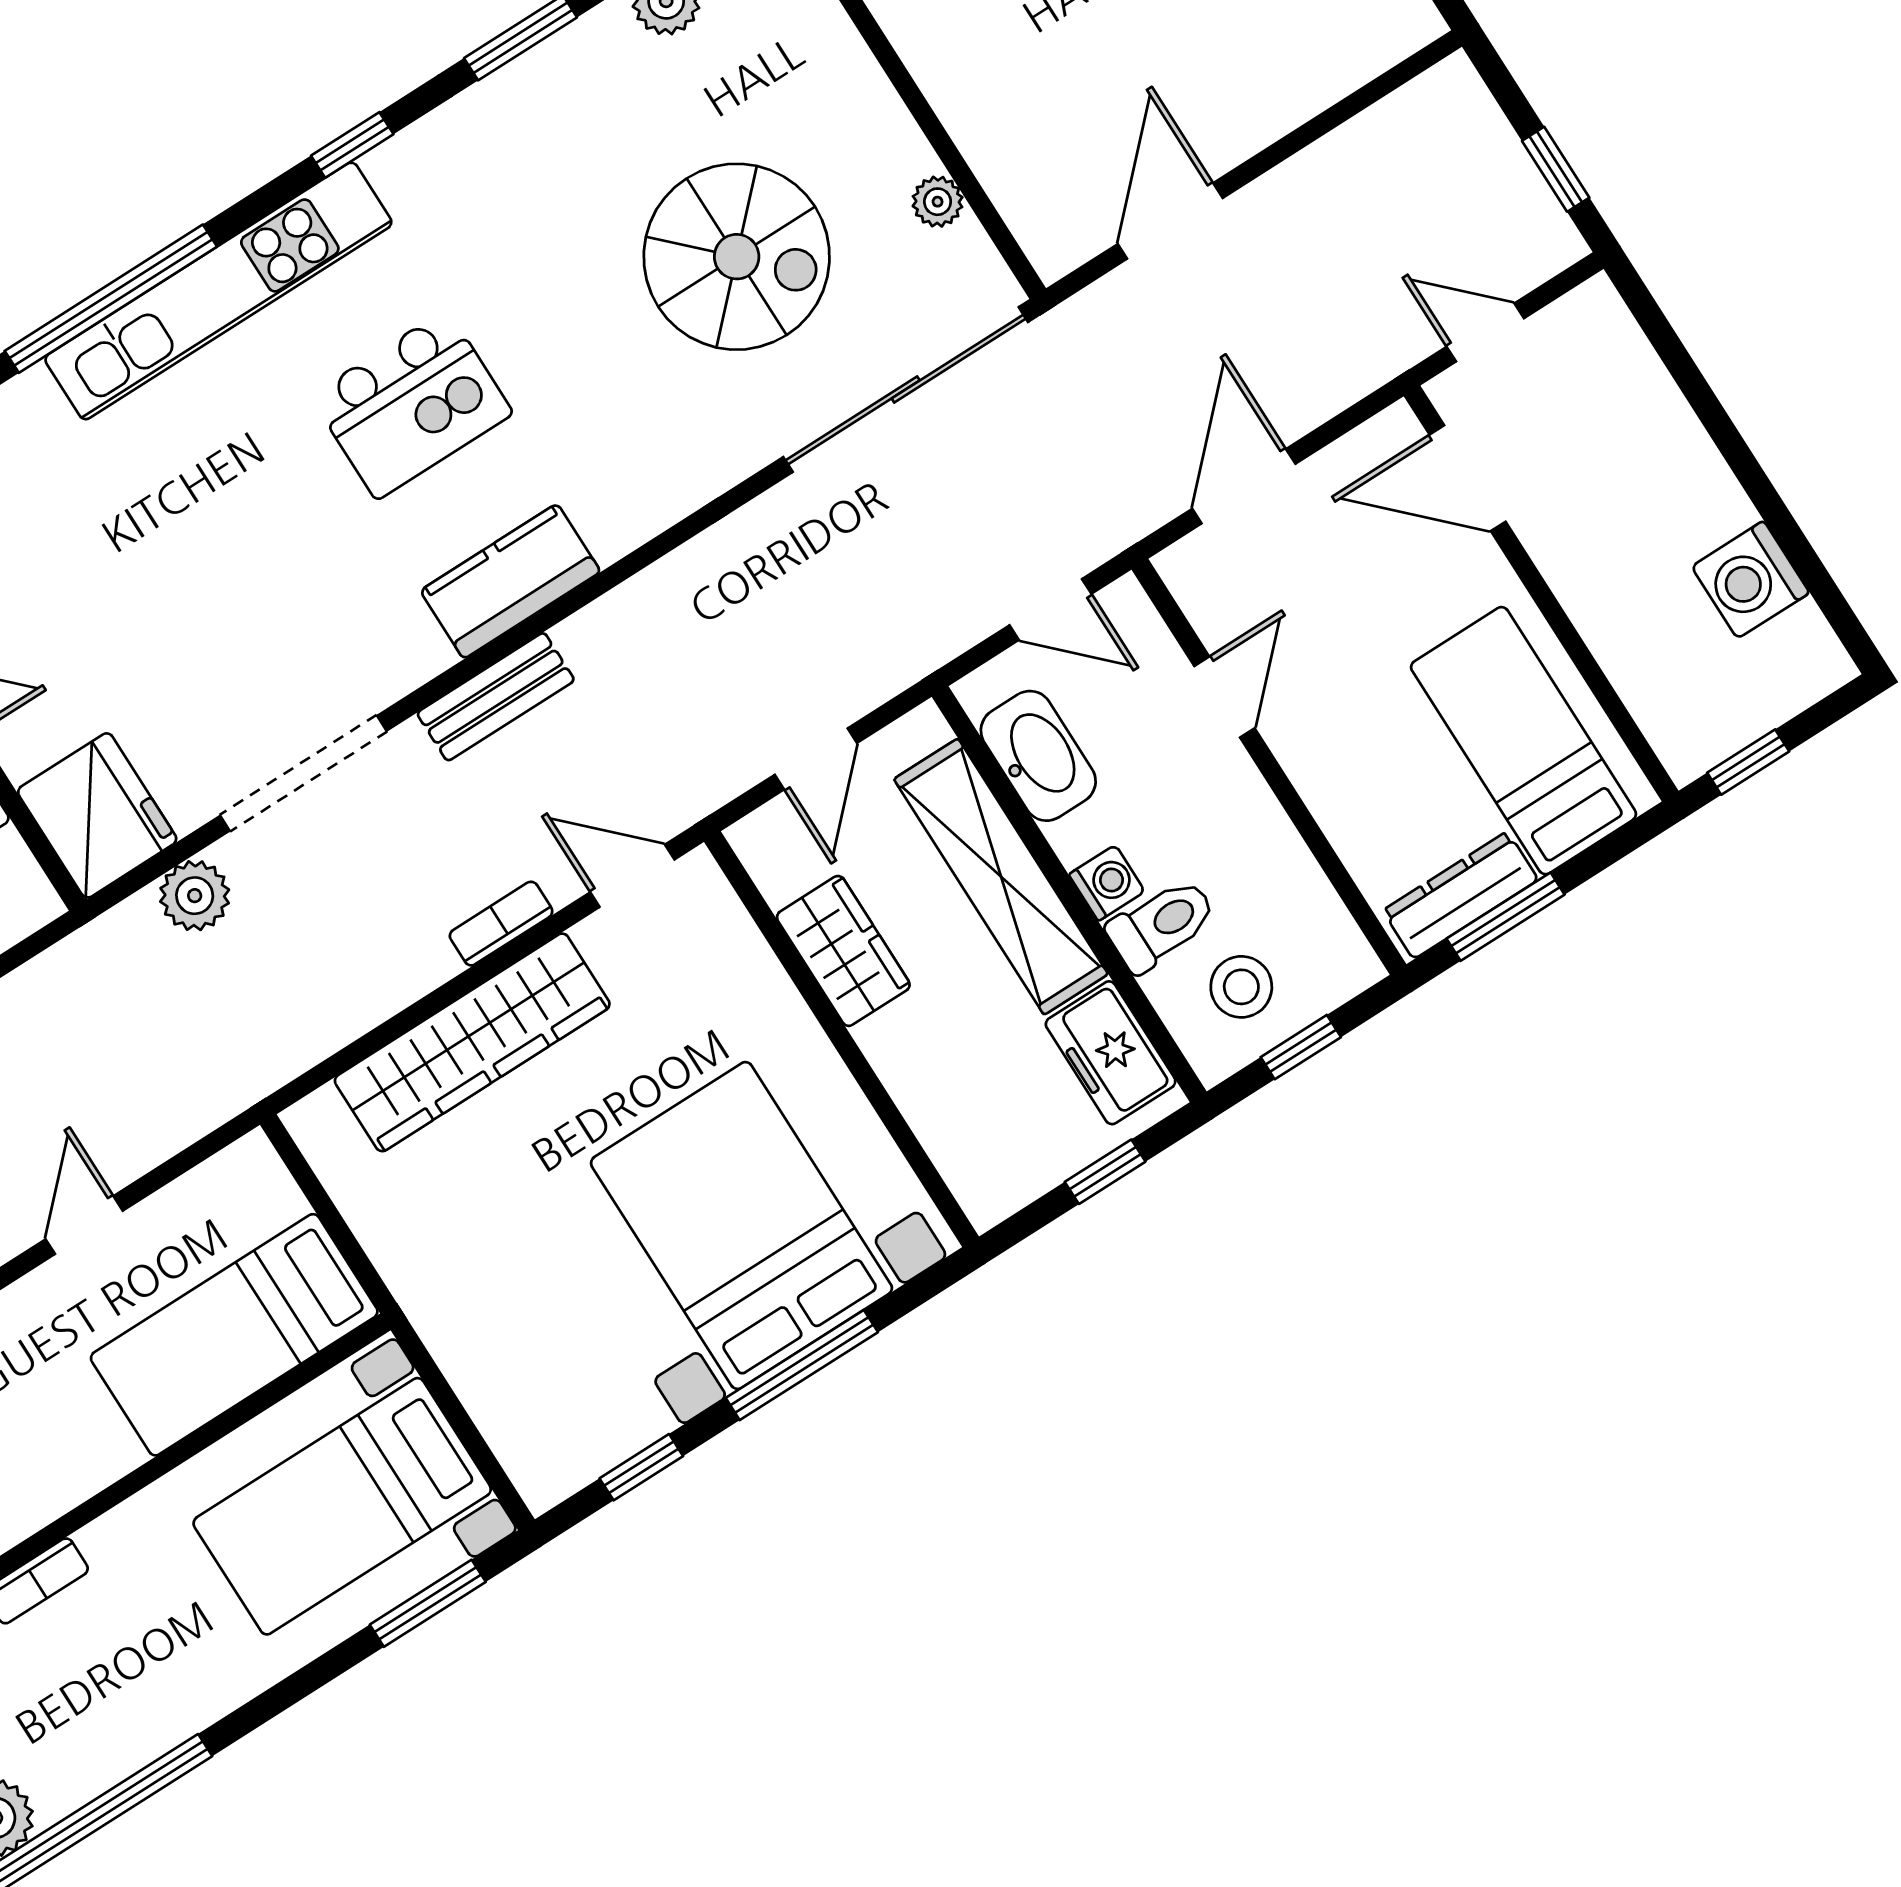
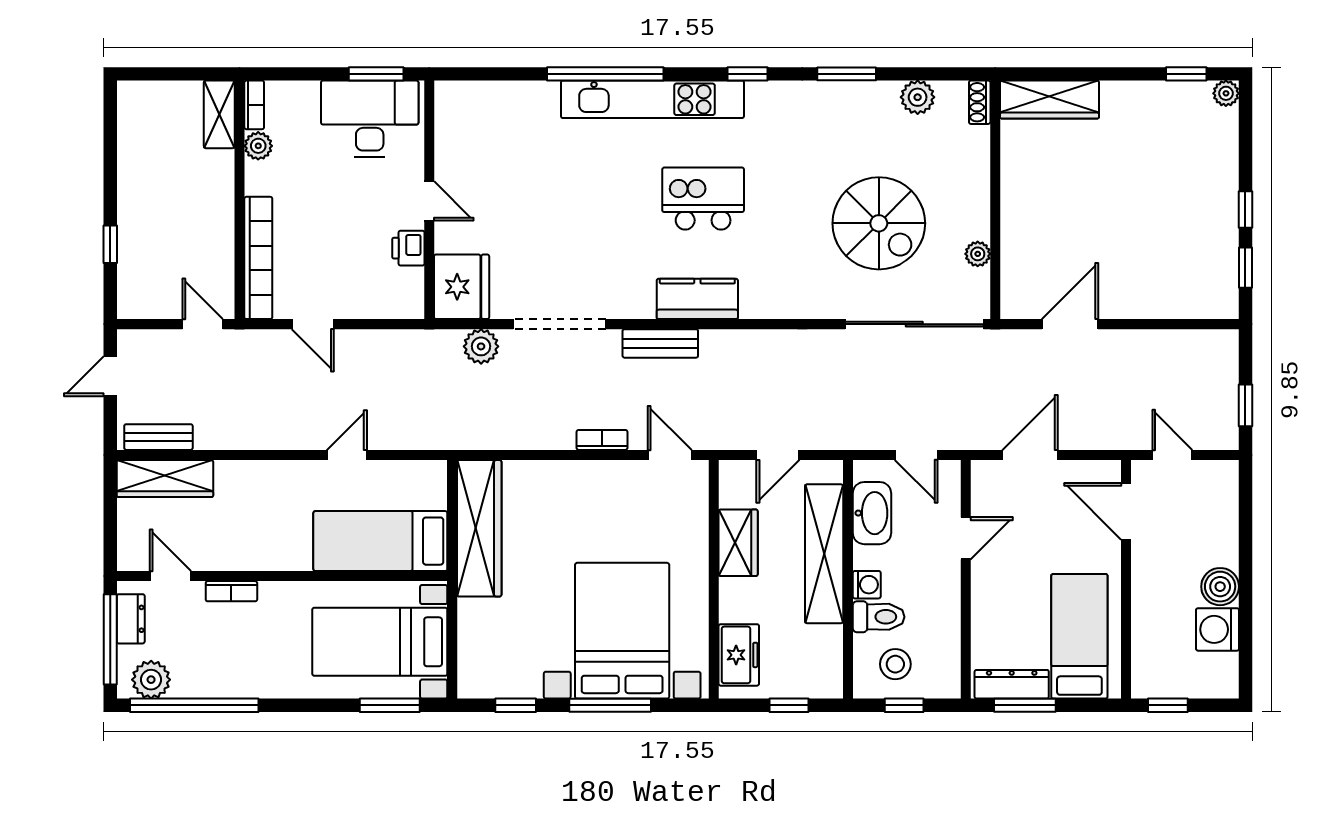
kitchen island: (412, 405) -> (703, 199), turned 180
boiler: (1709, 504) -> (1220, 587), added
wardrobe: (472, 1042) -> (479, 528), moved, turned -90
freezer: (1111, 1053) -> (739, 655), moved, turned 180

